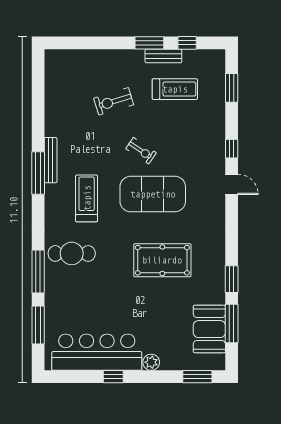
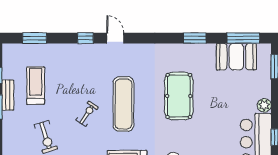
door: (232, 184) -> (115, 38), hinge flipped
exercise mat: (153, 194) -> (123, 104), width x0.68
window: (232, 323) -> (243, 38), moved

